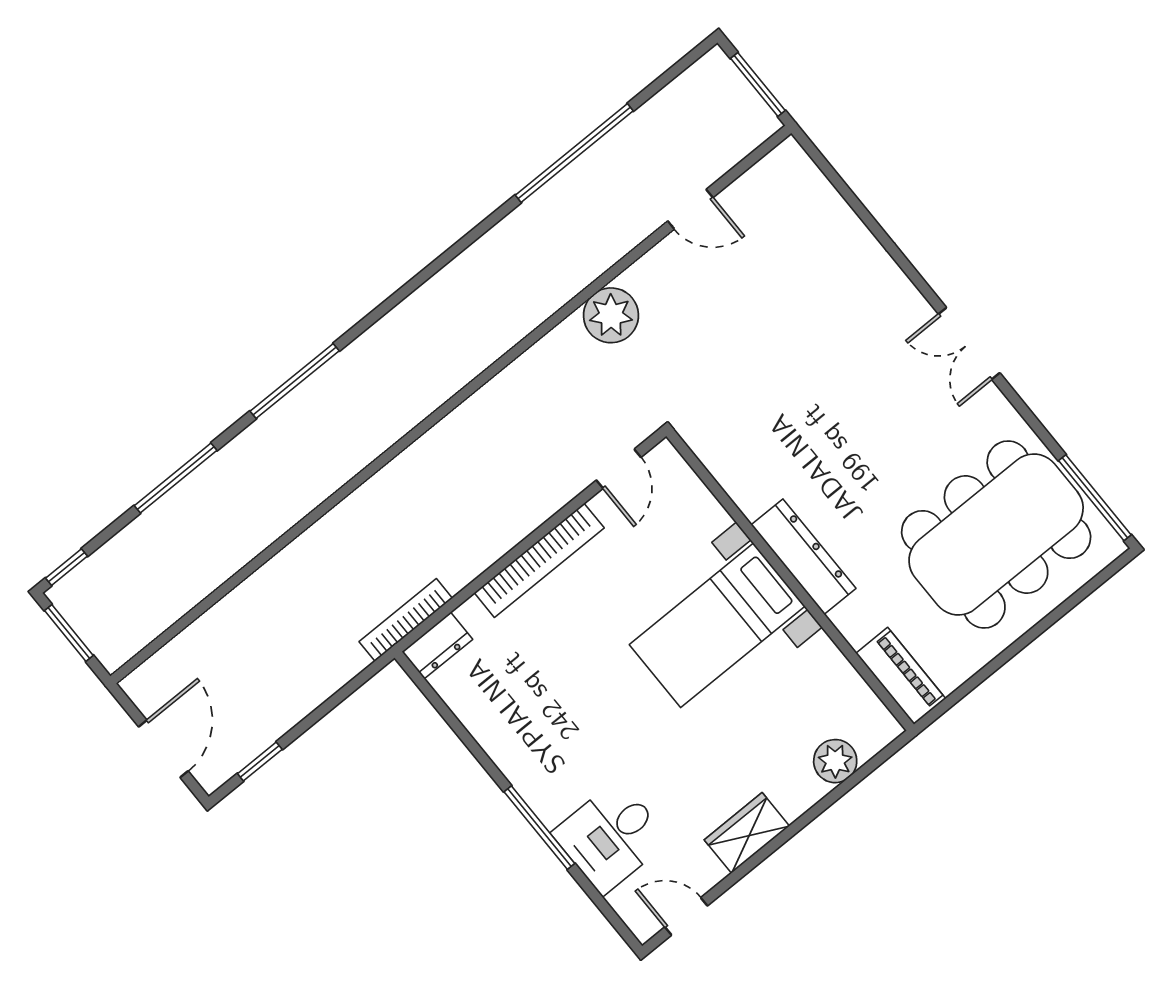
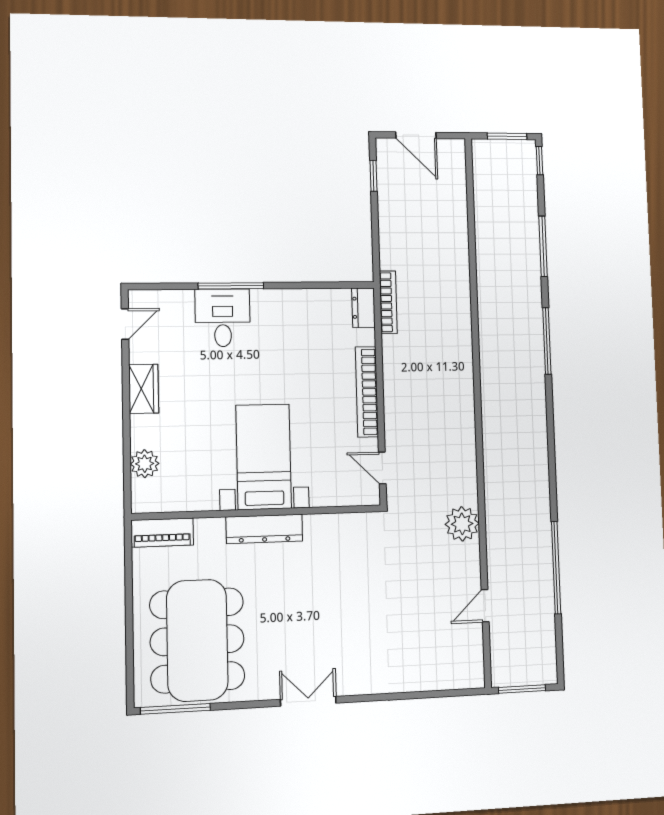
desk: (611, 837) -> (223, 318), moved

